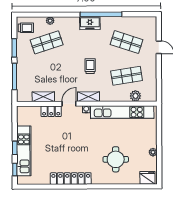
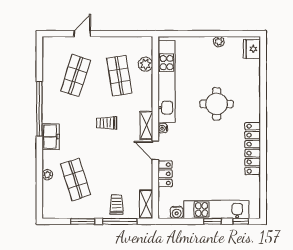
freezer: (90, 23) -> (51, 137), moved
trolley: (26, 28) -> (117, 205), moved
shelving: (43, 97) -> (146, 204), moved
water cooler: (22, 120) -> (177, 212), added
round table: (116, 159) -> (217, 104), moved

